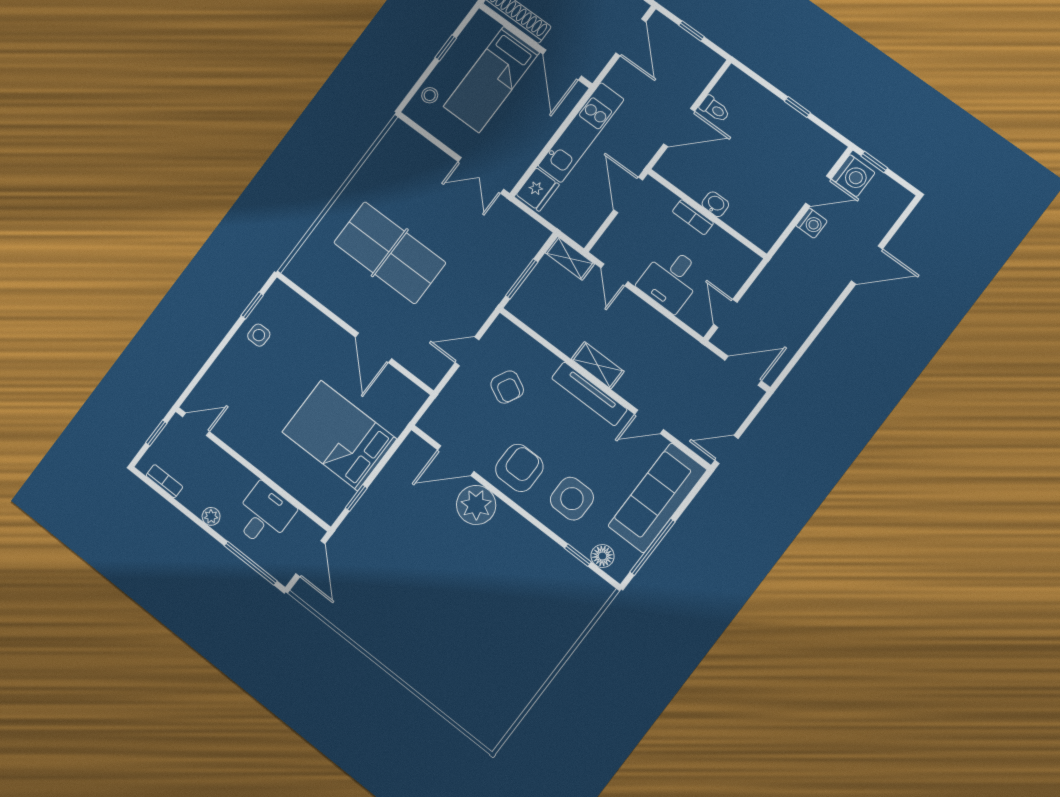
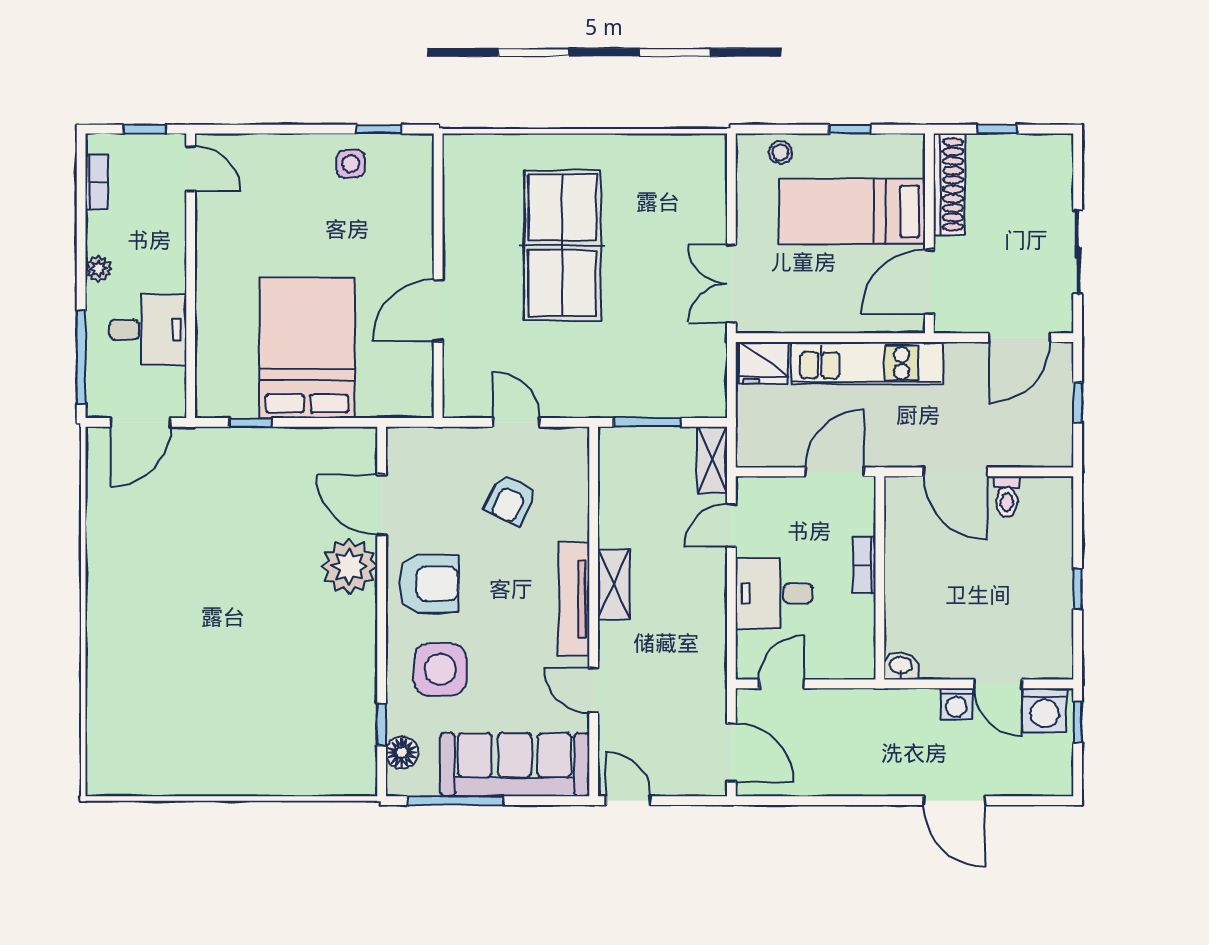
washbasin: (715, 204) -> (901, 666), moved, turned -90

